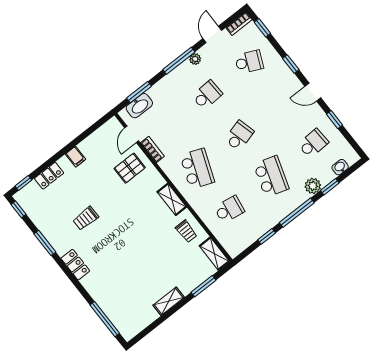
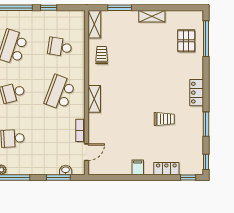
washbasin: (139, 106) -> (66, 170), width x0.52, depth x0.69
pallet: (130, 168) -> (186, 41), moved, turned 90
shelving: (172, 199) -> (94, 99), moved

